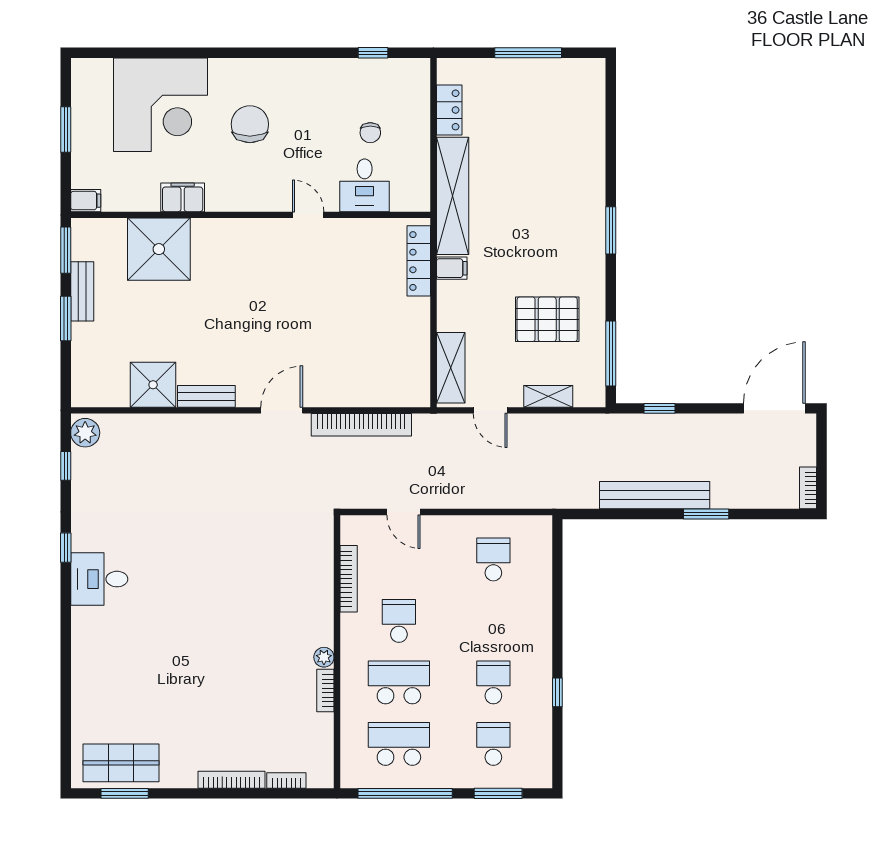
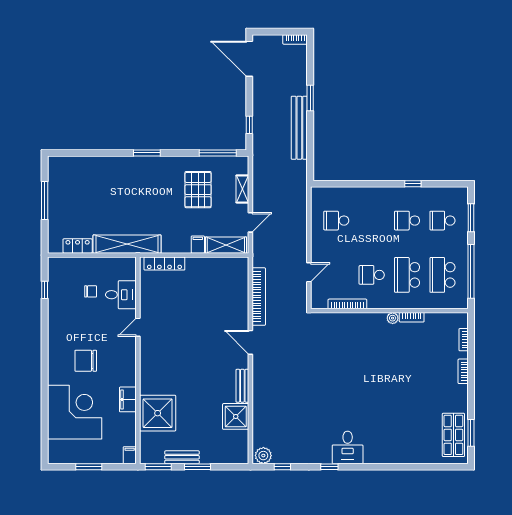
filing cabinet: (452, 268) -> (198, 245), moved
bookcase: (232, 780) -> (463, 371), width x0.64

